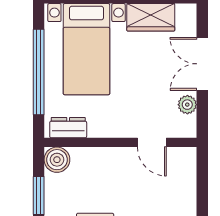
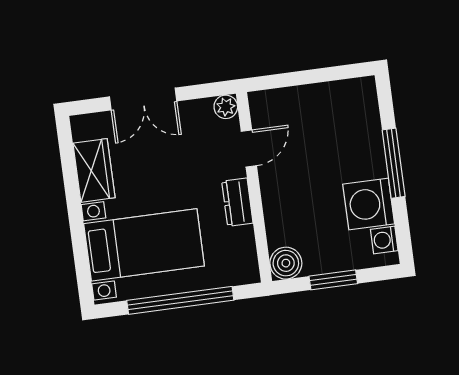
plant: (187, 105) -> (226, 107), moved
dresser: (68, 128) -> (237, 202), moved

